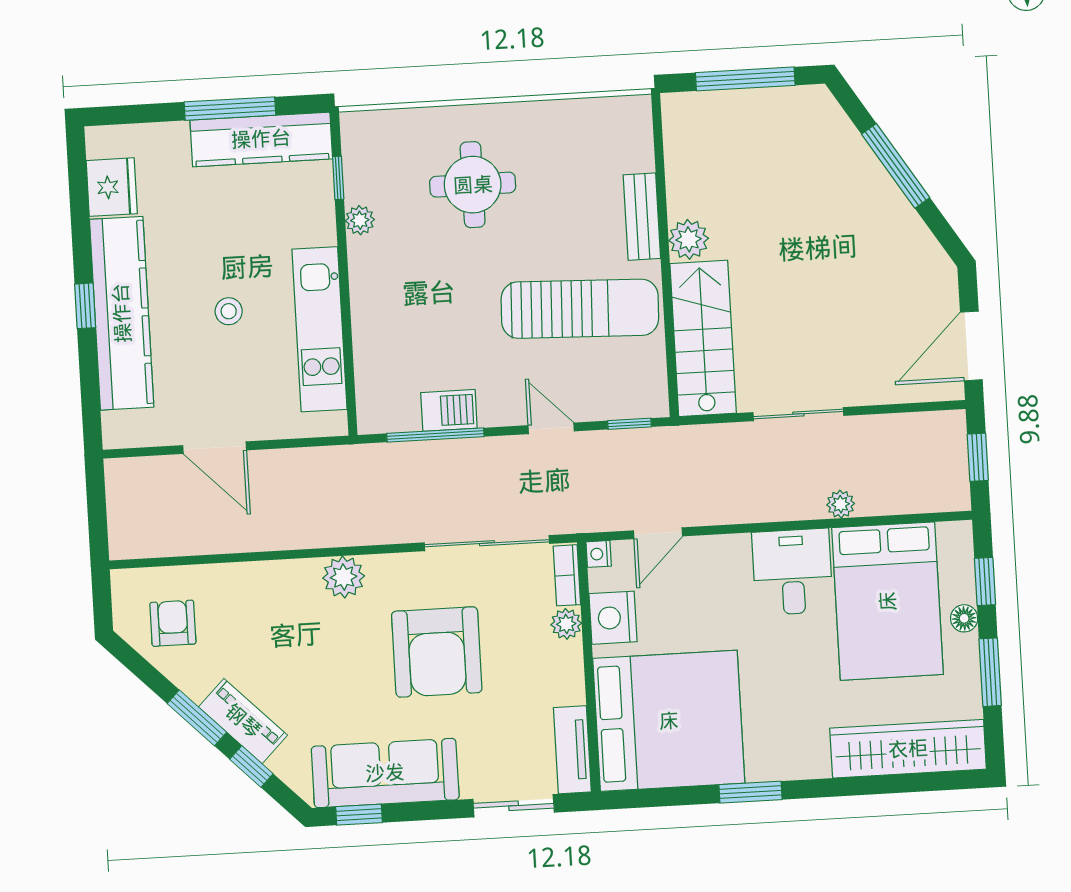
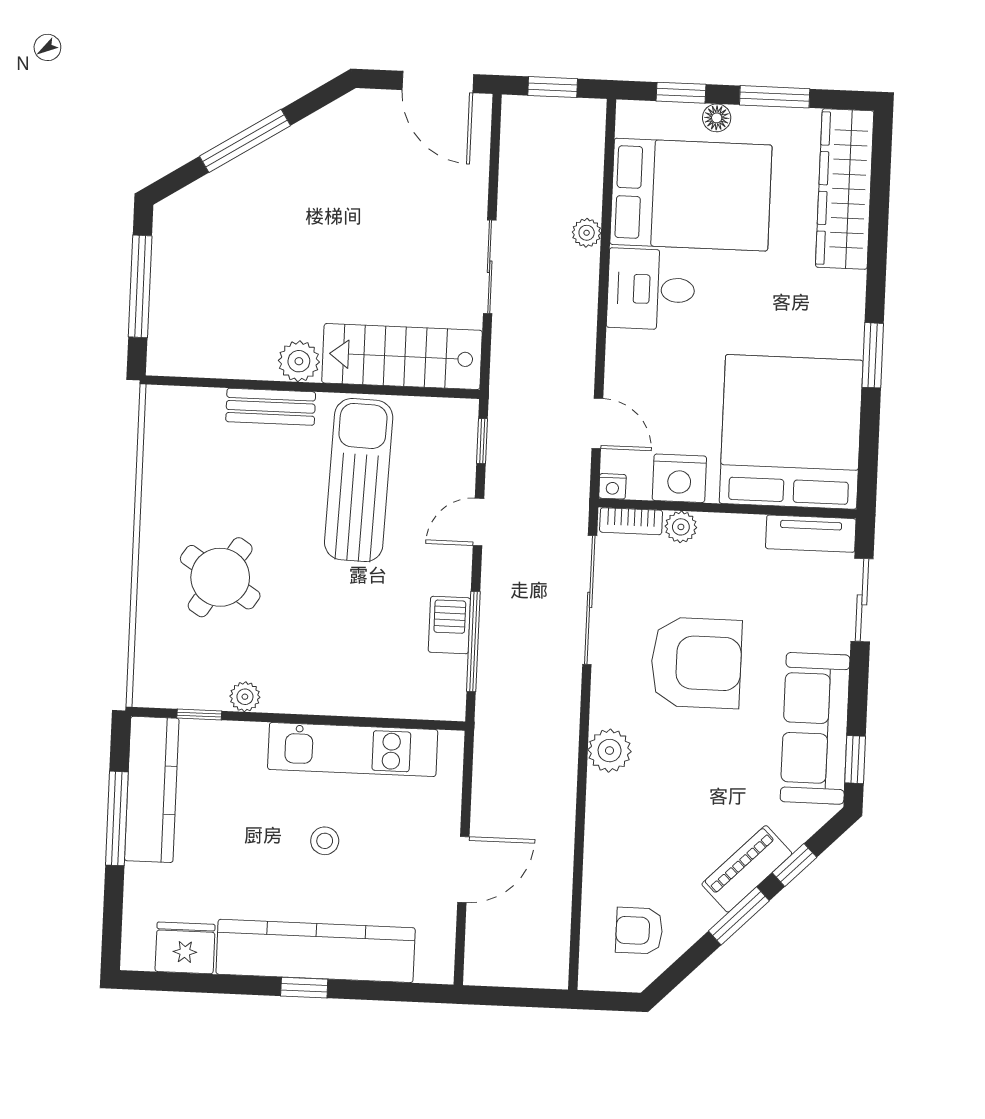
round table: (473, 185) -> (220, 577), turned 33

